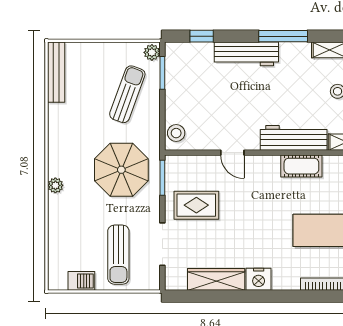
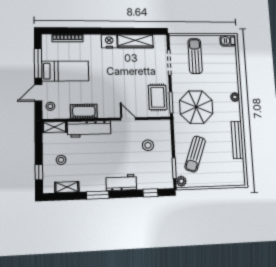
window: (283, 36) -> (98, 195), width x0.69
workbench: (246, 54) -> (121, 182), width x0.73
bench: (56, 72) -> (237, 140), moved
stool: (176, 133) -> (148, 145), moved
rug: (196, 205) -> (158, 97), moved, turned 90
barbecue: (81, 281) -> (228, 41), moved

